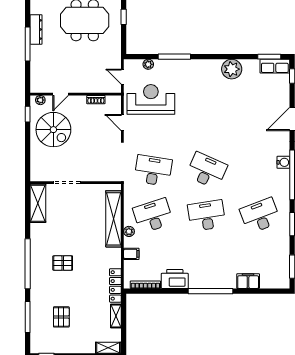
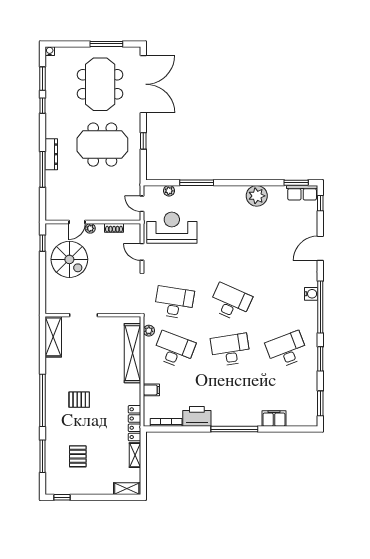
plant: (40, 100) -> (90, 228), moved
desk: (153, 216) -> (174, 350), turned 39
plant: (129, 231) -> (149, 331), moved

